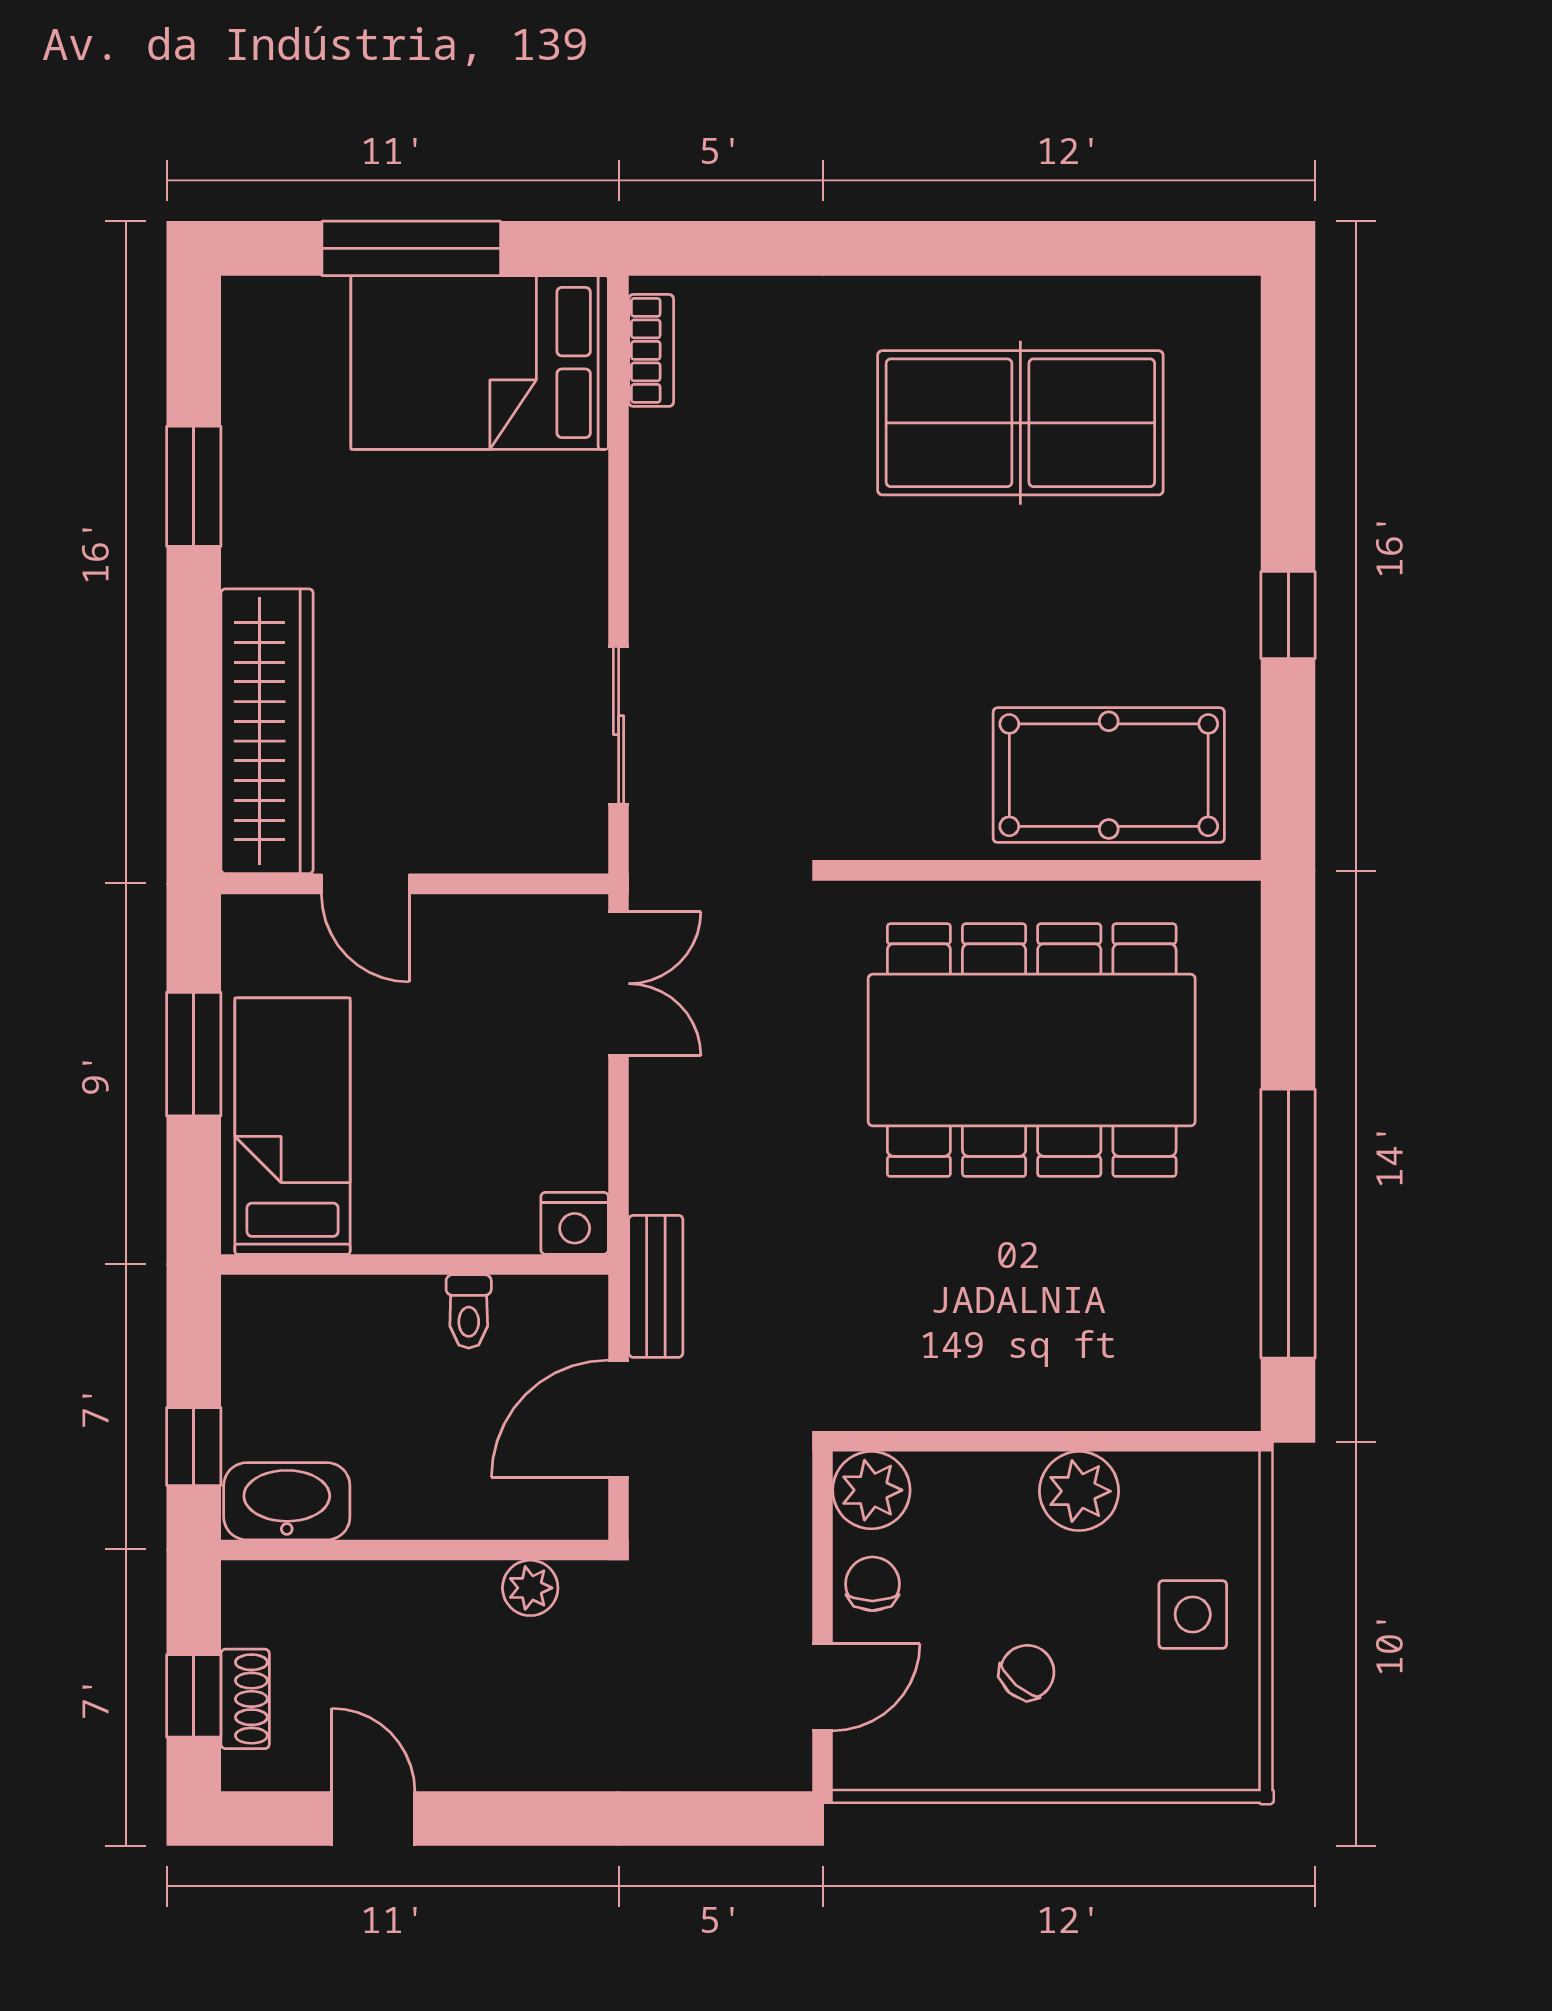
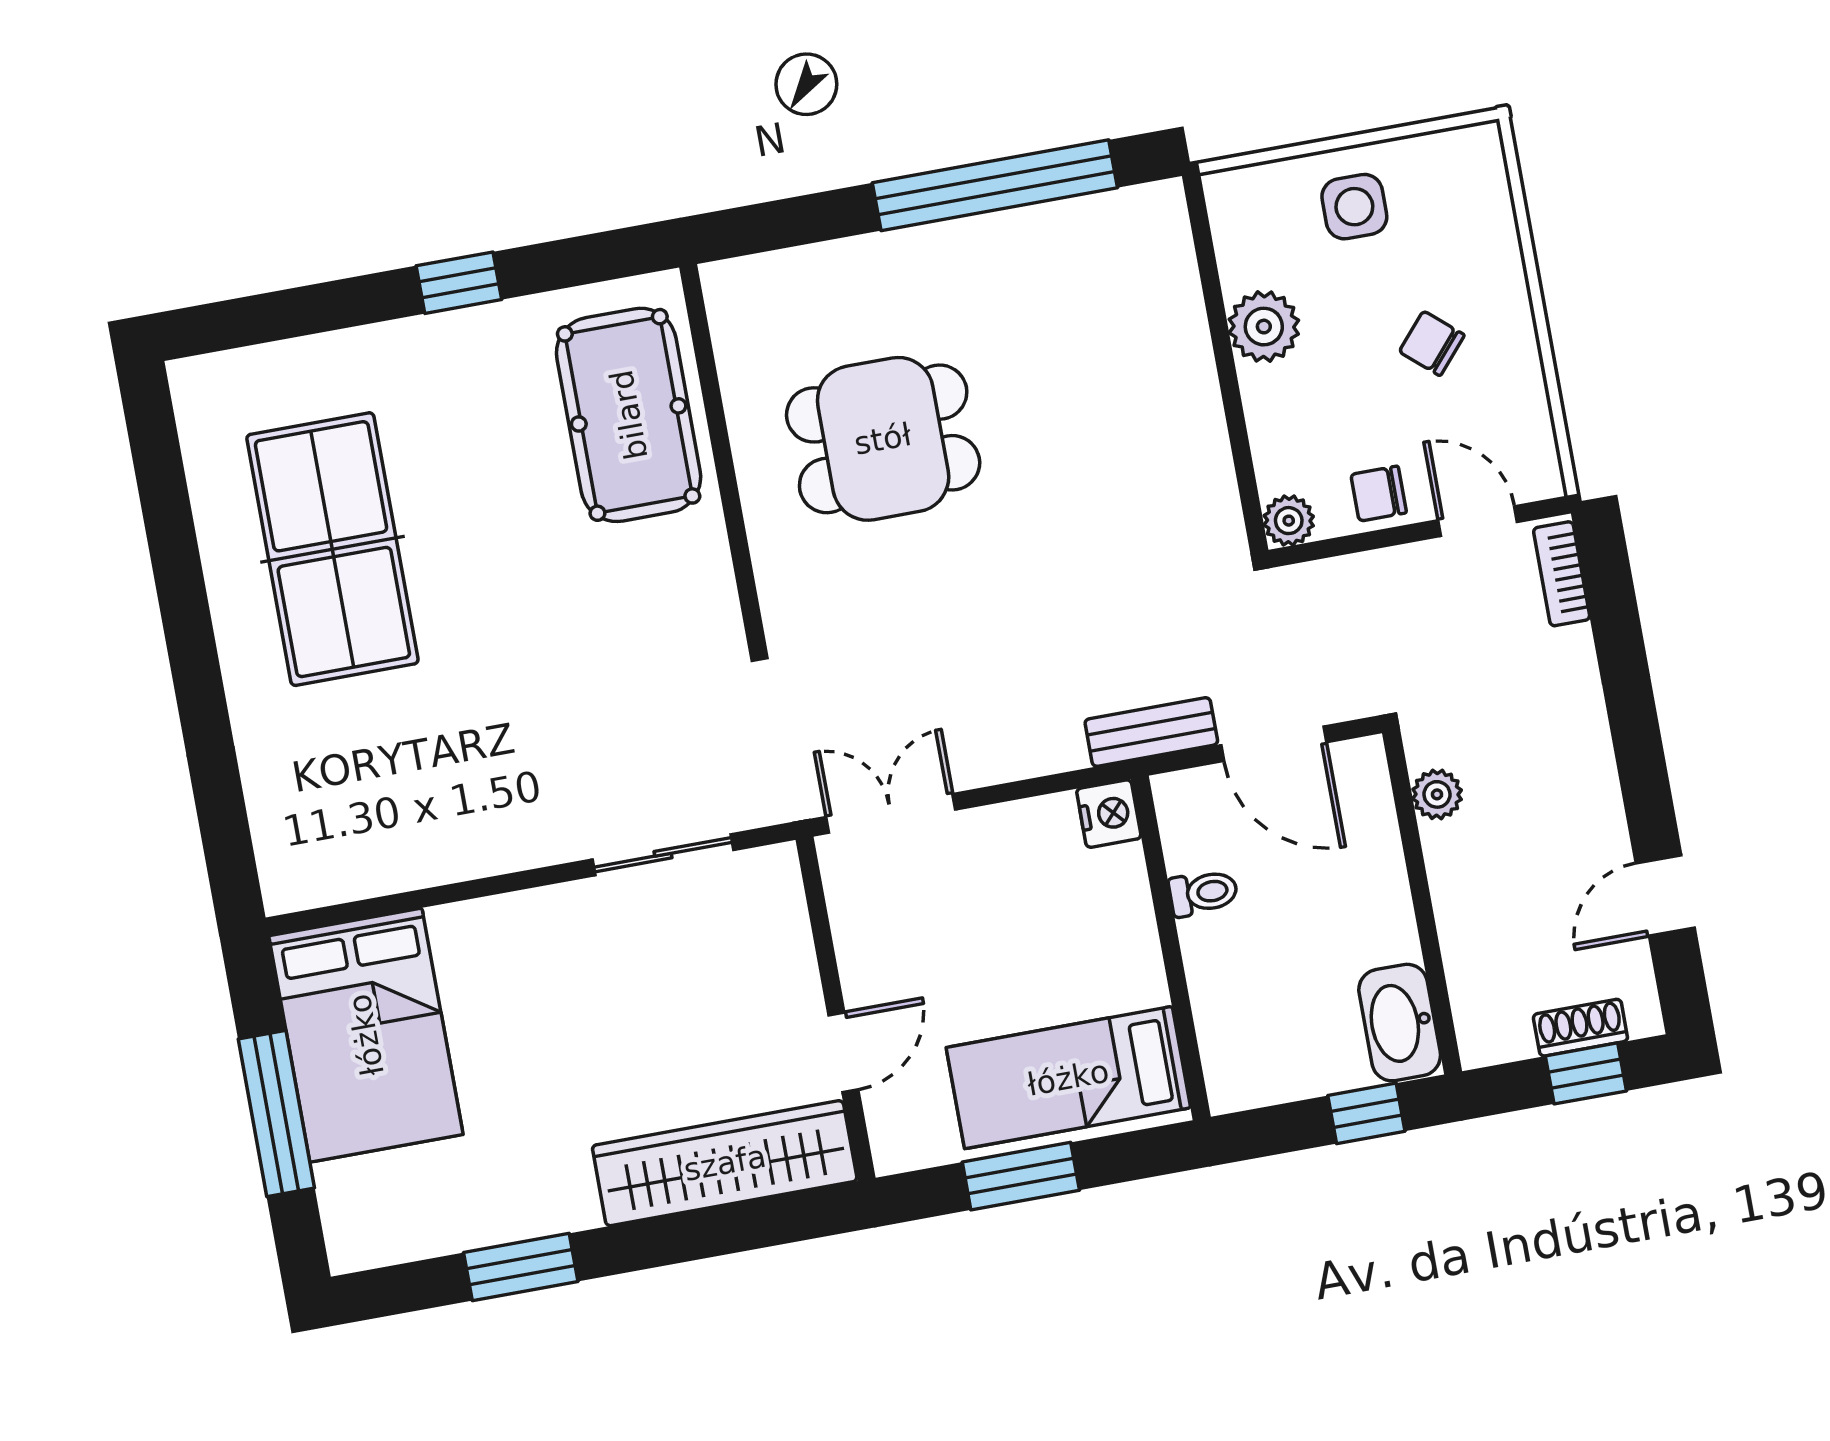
bookcase: (651, 350) -> (1562, 574), moved, turned -90
dining table: (1032, 1050) -> (883, 439), width x0.53, depth x0.80
plant: (871, 1490) -> (1289, 521), width x0.73, depth x0.73

